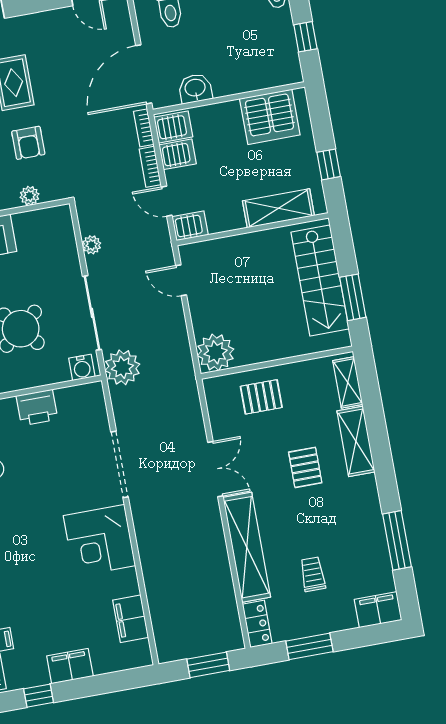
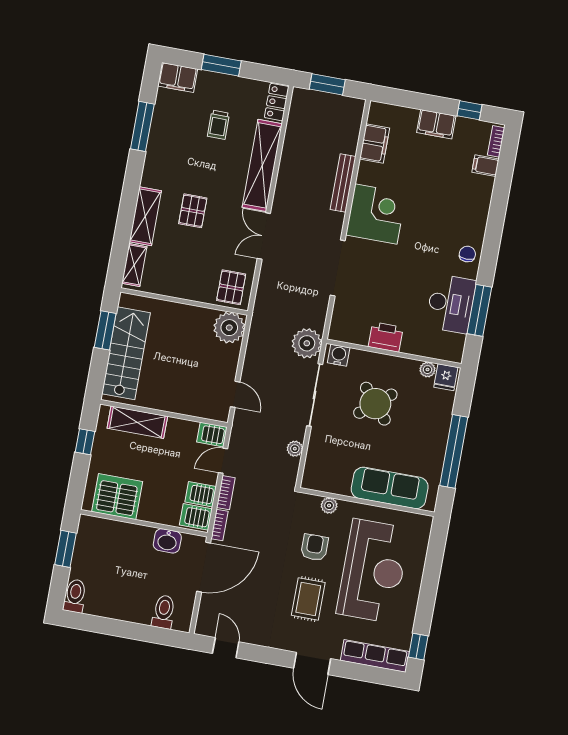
window: (305, 37) -> (65, 549), width x1.50
door: (167, 201) -> (223, 461), swing flipped
pallet: (261, 397) -> (231, 287), moved, turned 90
bench: (149, 561) -> (343, 183), added
window: (309, 646) -> (221, 65), moved

